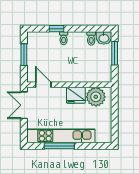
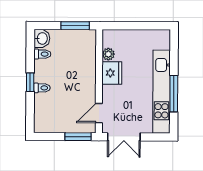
window: (56, 29) -> (30, 82), moved
window: (115, 53) -> (75, 26), moved
window: (24, 55) -> (78, 137), moved
plant: (96, 97) -> (108, 54), width x0.53, depth x0.53

